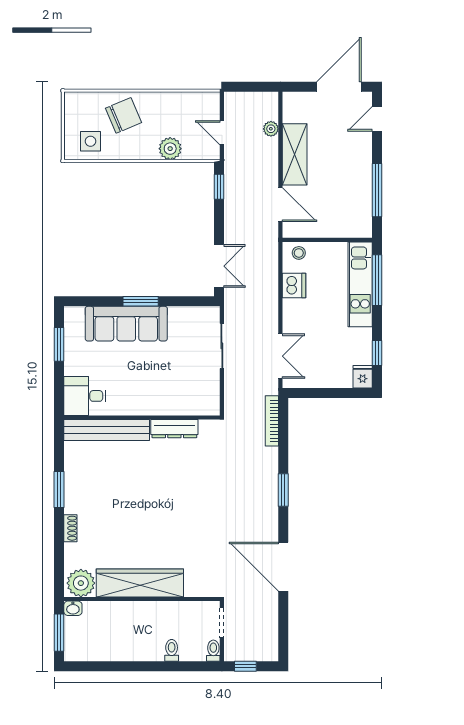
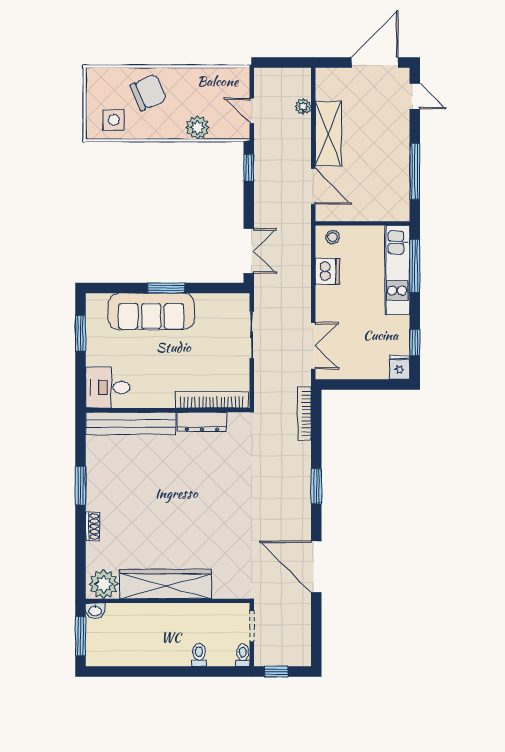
door: (377, 119) -> (415, 96), swing flipped
bookcase: (184, 408) -> (212, 400), added

